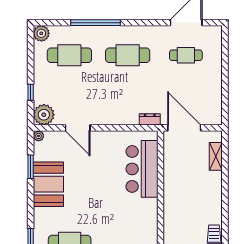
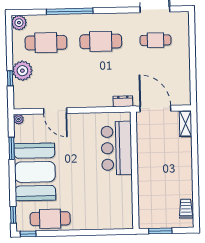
plant: (44, 115) -> (22, 71), moved
shelving: (216, 156) -> (186, 124), moved
booth: (48, 184) -> (35, 172), width x1.36, depth x1.42

